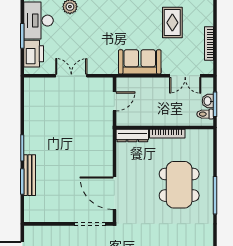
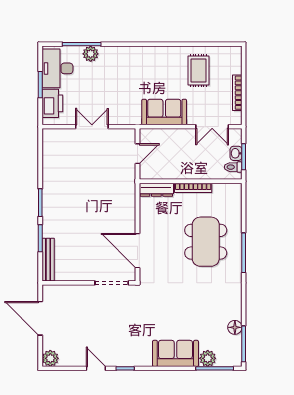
bench: (30, 175) -> (48, 260), moved

